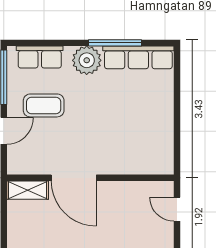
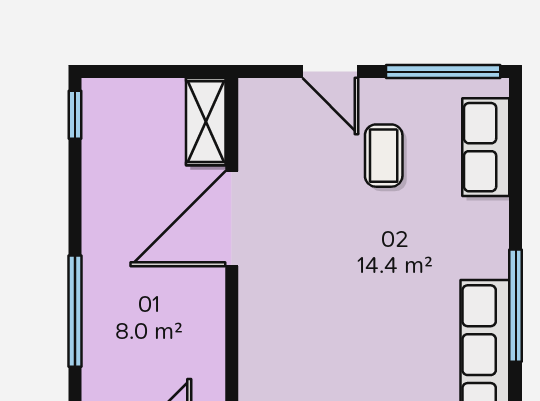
plant: (87, 60) -> (479, 246), removed
coffee table: (44, 105) -> (384, 156), width x0.73, depth x0.77

